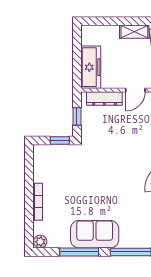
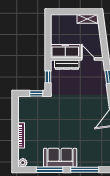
freezer: (91, 67) -> (65, 51), moved, turned -90
door: (135, 90) -> (88, 59), swing flipped

